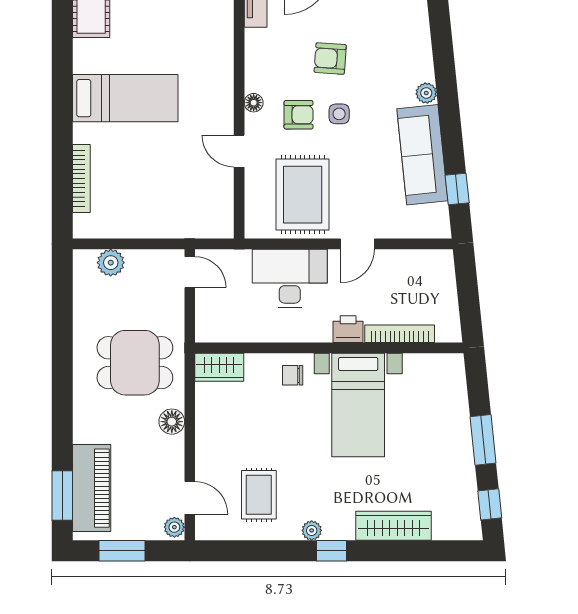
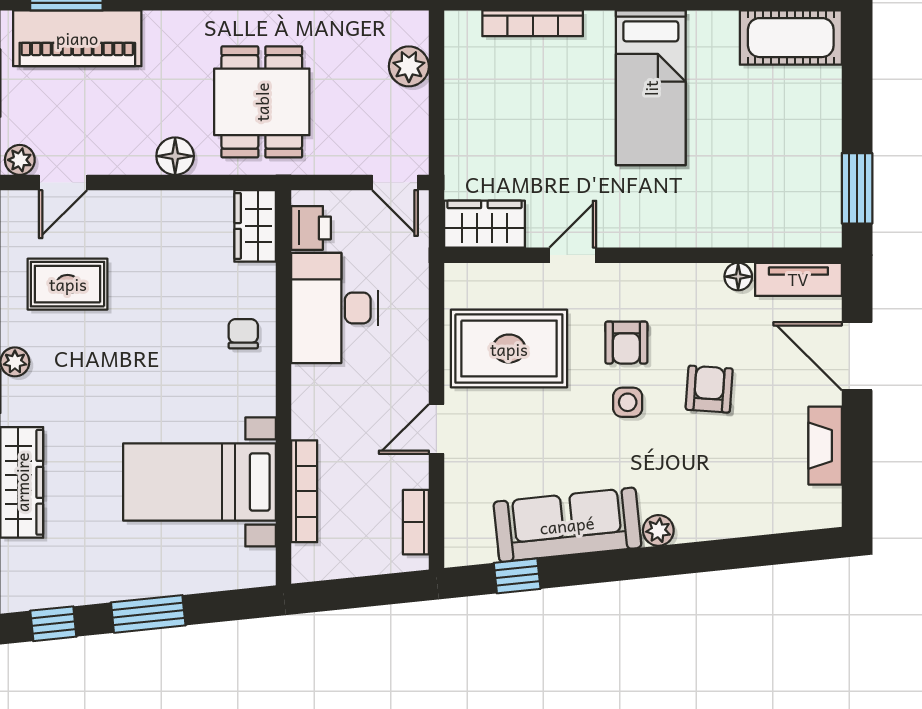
floor lamp: (254, 103) -> (738, 277), moved
wardrobe: (218, 211) -> (484, 224), added
door: (357, 244) -> (436, 429), hinge flipped
bookcase: (421, 258) -> (416, 522), added
door: (190, 272) -> (395, 183), hinge flipped
desk: (290, 279) -> (334, 308), moved, turned 180
printer: (348, 329) -> (311, 228), moved
bed with nightstands: (358, 405) -> (199, 482), moved

